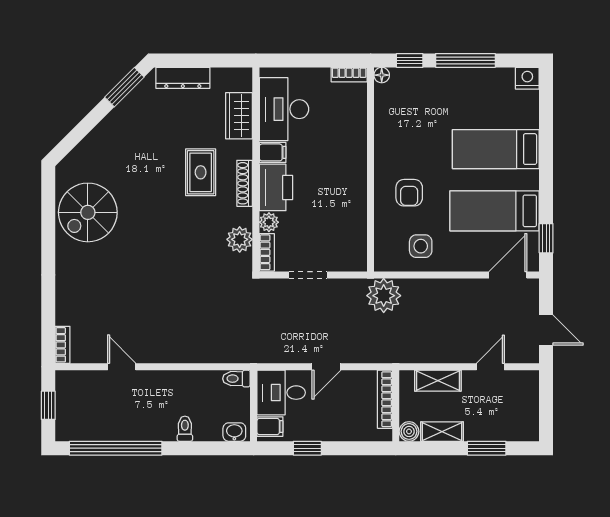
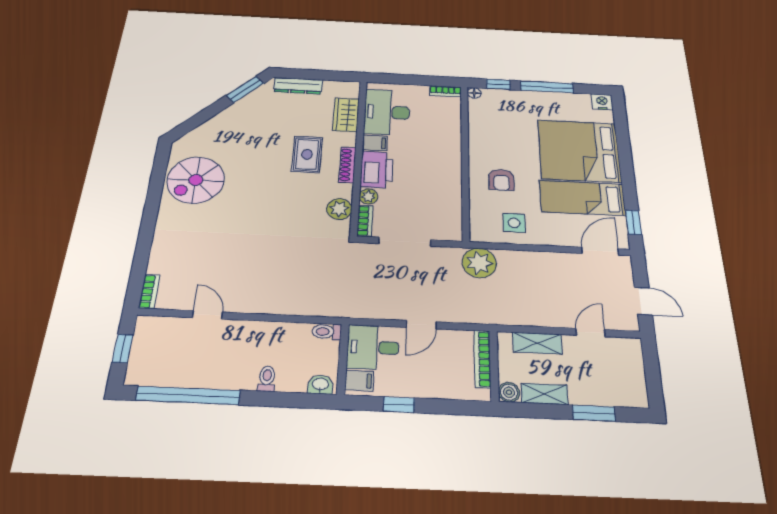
bed: (496, 149) -> (579, 151), width x2.04
doorway: (308, 275) -> (405, 242), width x1.38

